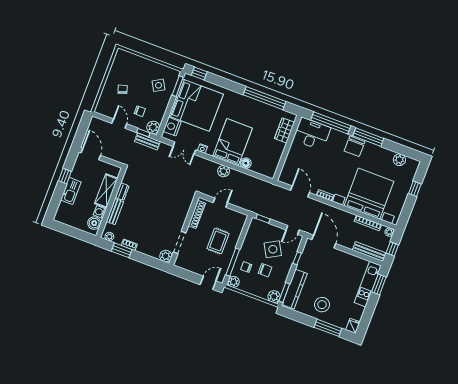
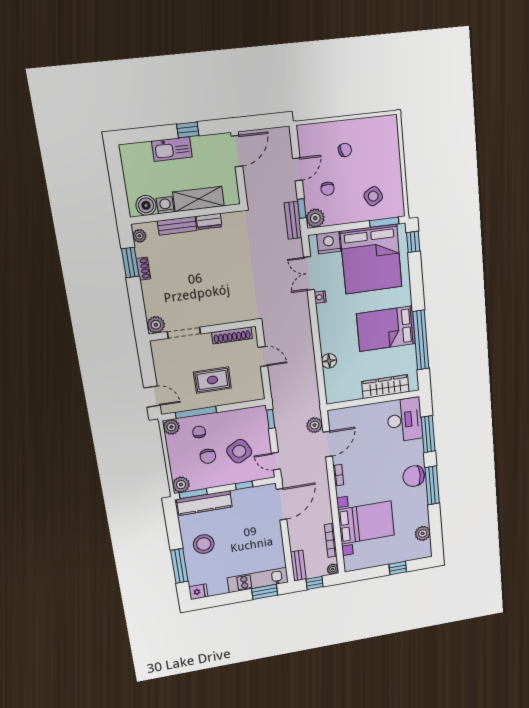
window: (331, 123) -> (428, 434), width x0.68
wardrobe: (284, 130) -> (385, 387), width x1.50
bed: (232, 142) -> (386, 329), moved, turned 180
plant: (224, 171) -> (315, 425), moved
bed with nightstands: (369, 194) -> (366, 523), width x0.73
bench: (369, 252) -> (298, 566), width x0.73

